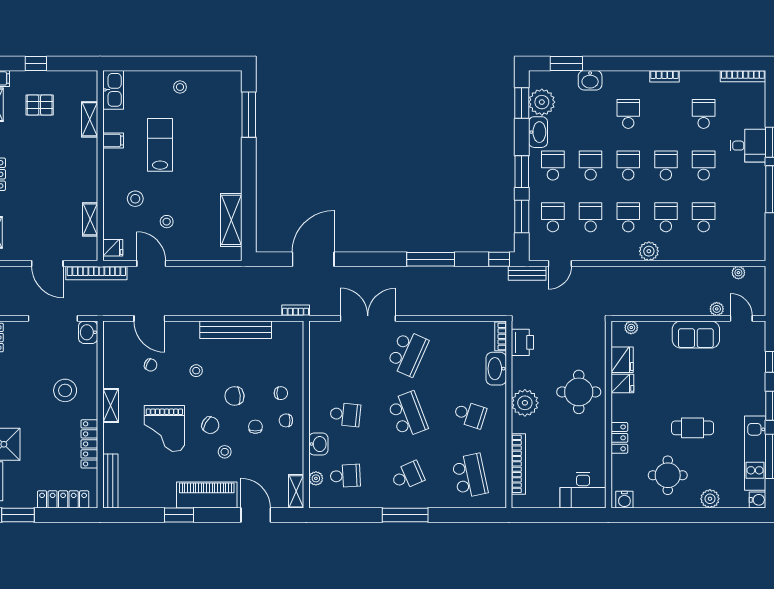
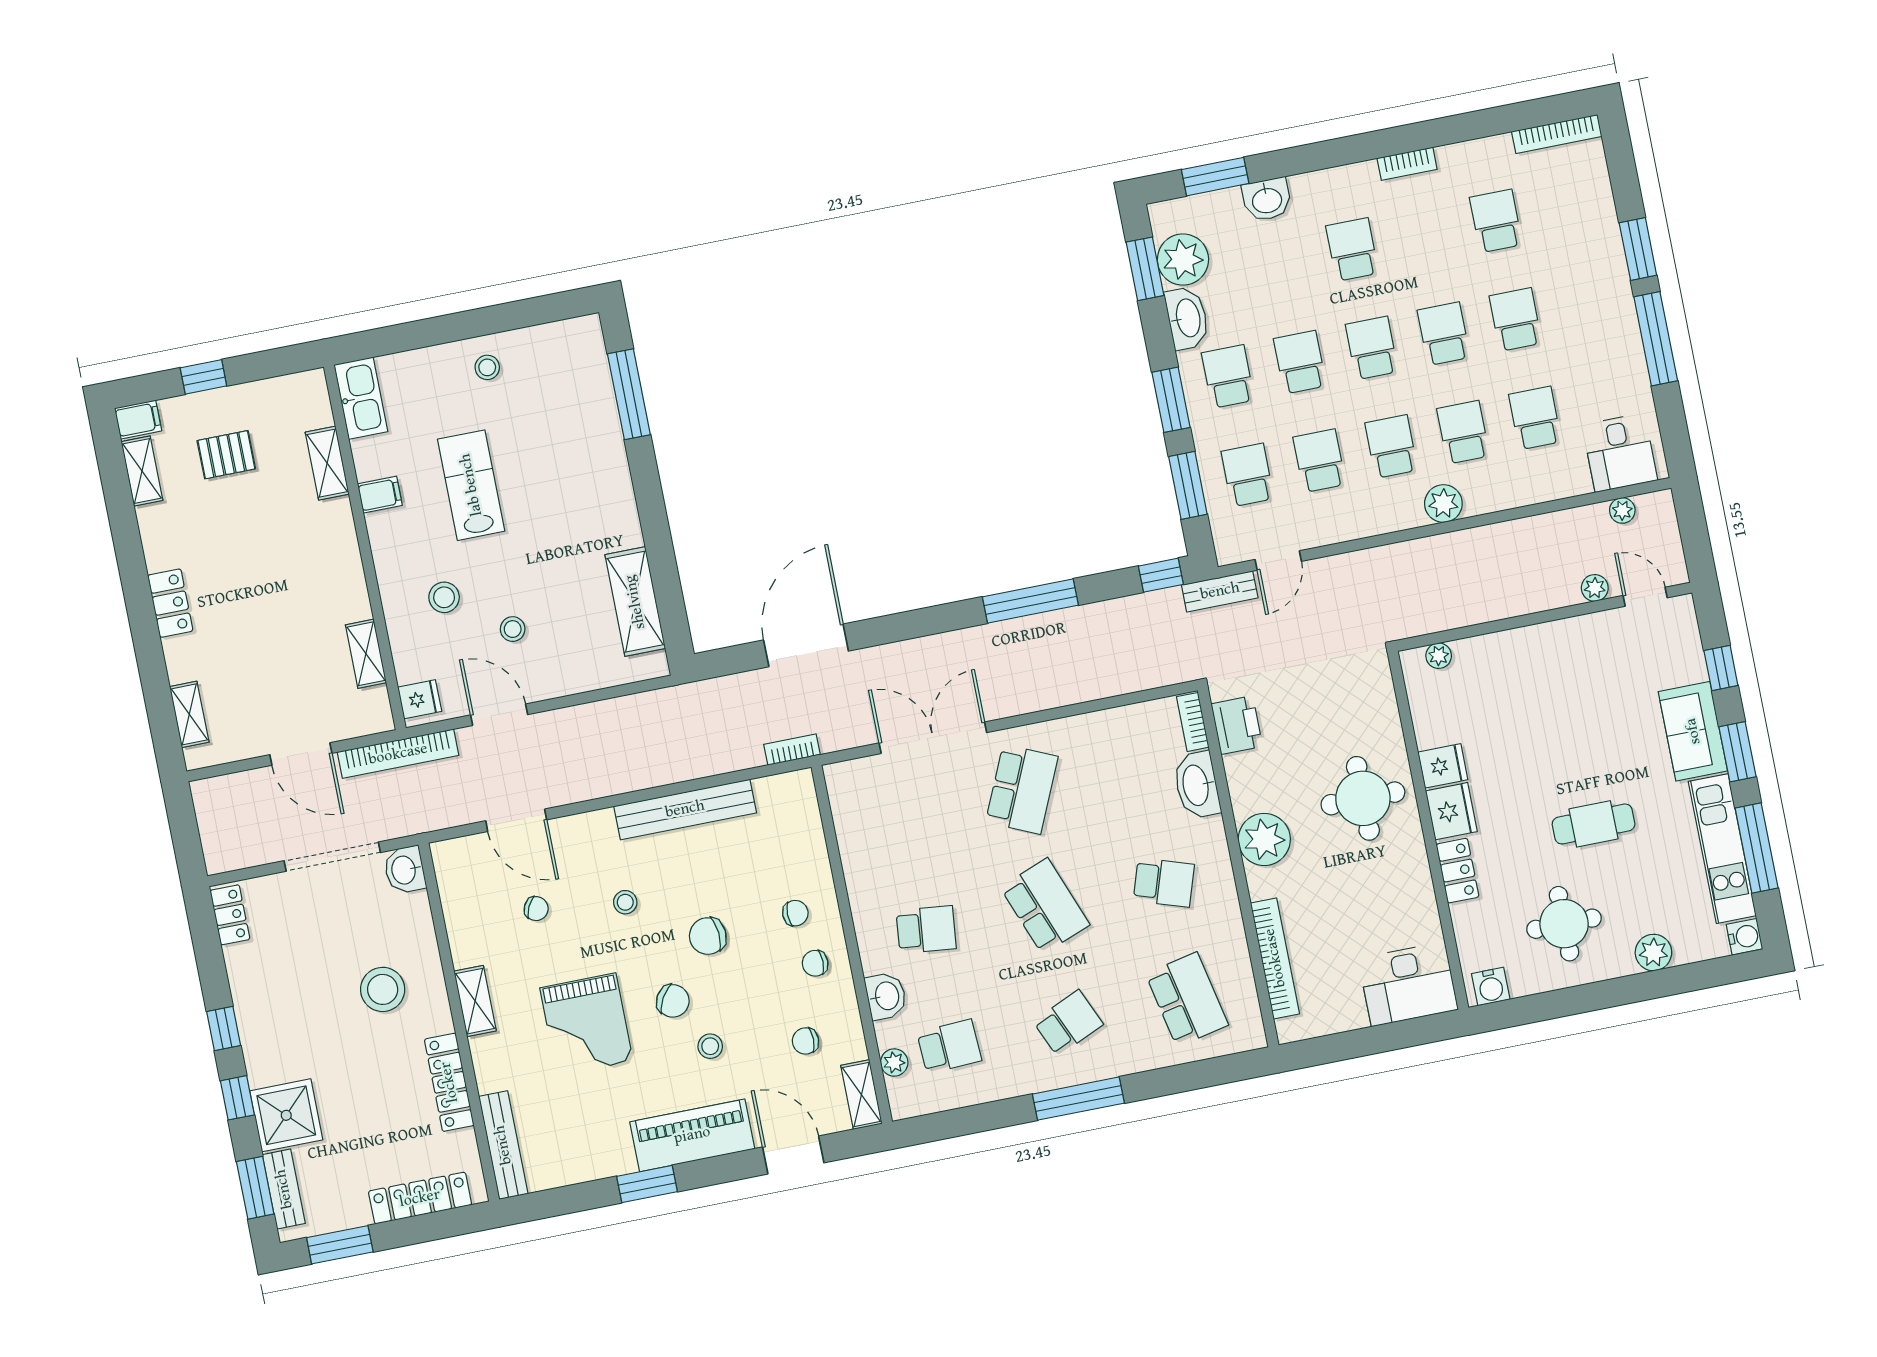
desk: (748, 146) -> (1620, 453), moved, turned 90
sofa: (696, 335) -> (1693, 731), moved, turned 90
fridge: (622, 360) -> (1451, 811), moved
chair: (255, 427) -> (805, 1041), moved, turned -90

